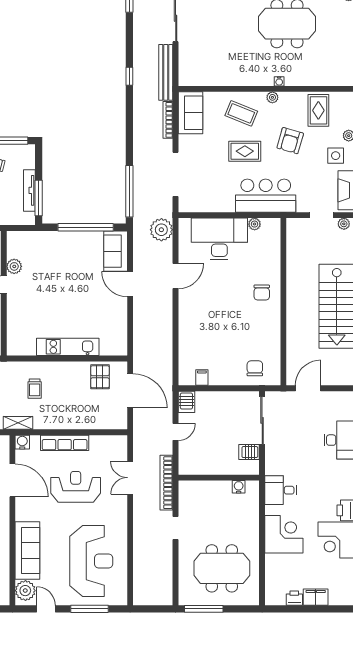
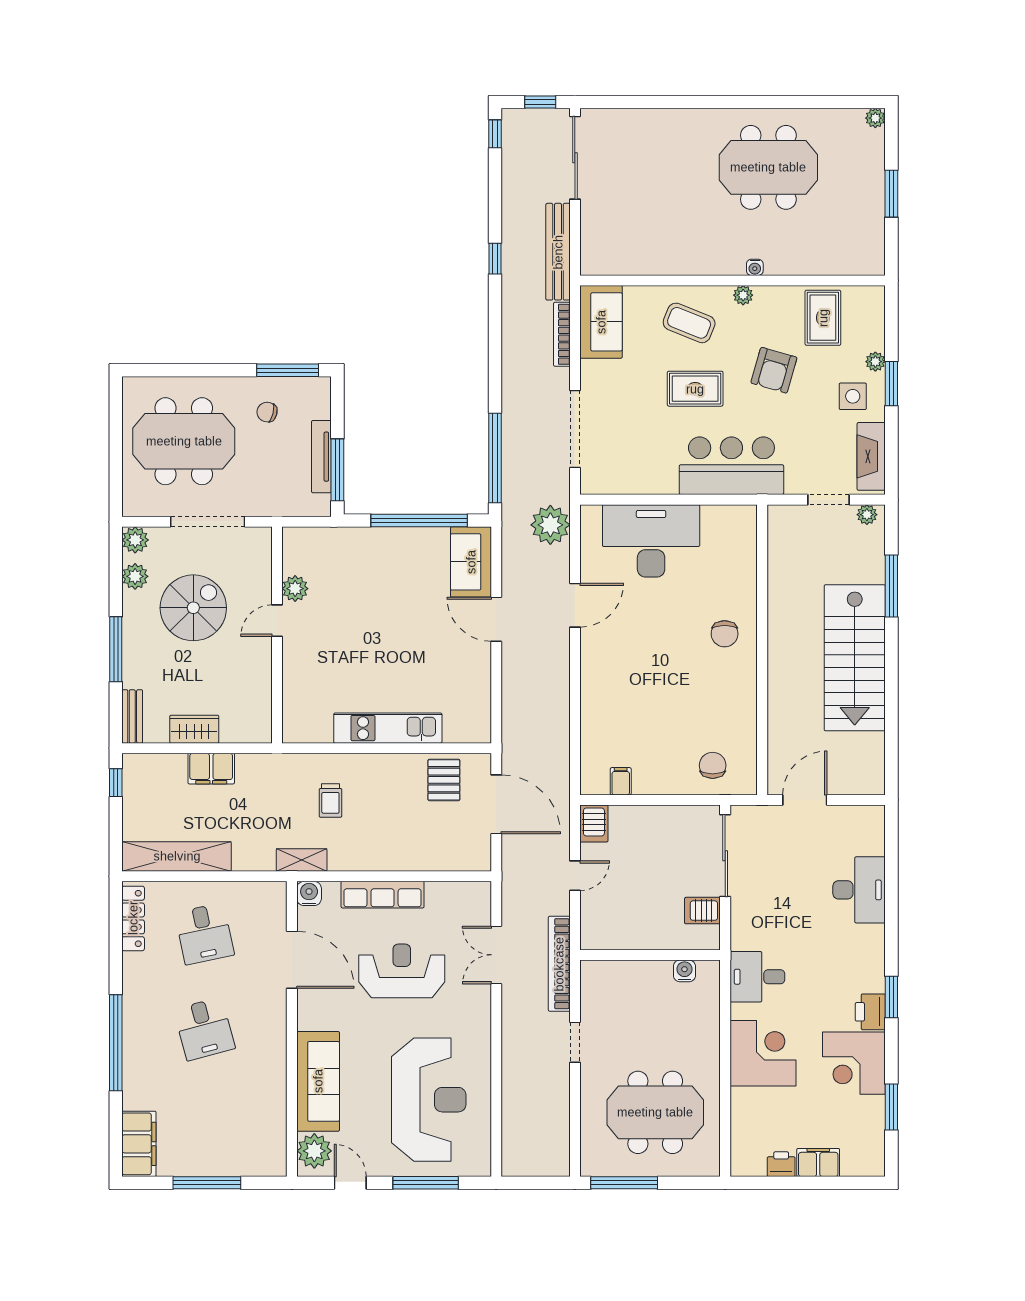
plant: (255, 224) -> (712, 515), removed

